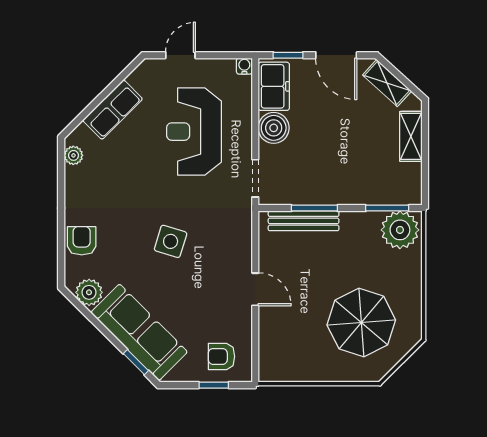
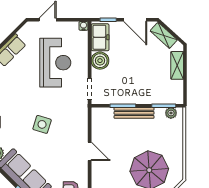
reception desk: (194, 132) -> (55, 63), turned 180
bench: (304, 221) -> (134, 113), moved
plant: (400, 230) -> (171, 113), width x0.53, depth x0.53

